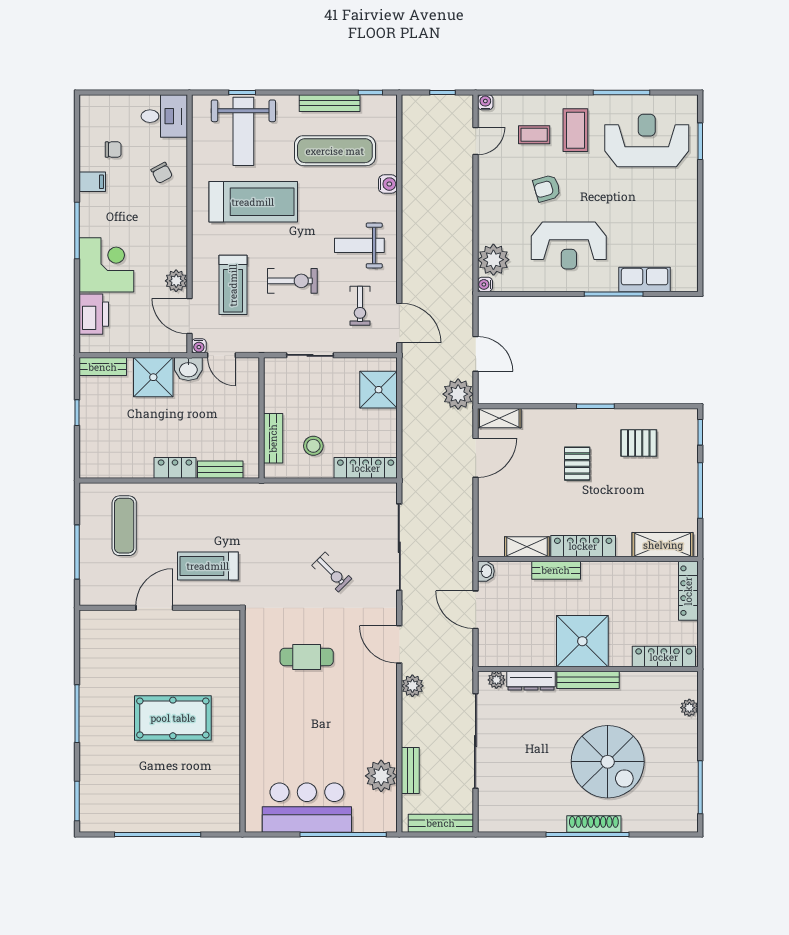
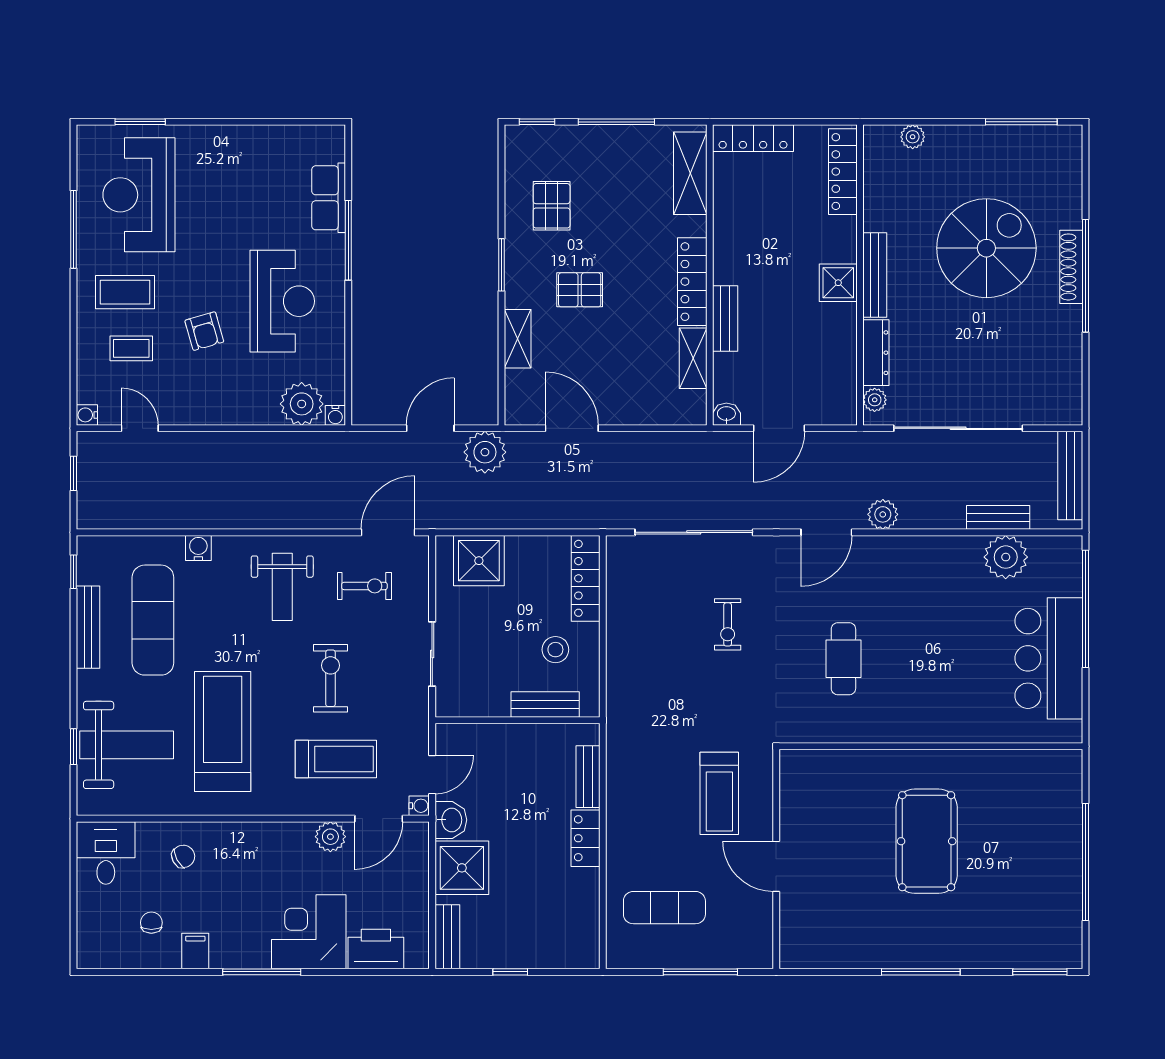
coffee table: (534, 135) -> (131, 348), turned 90
shelving: (499, 418) -> (518, 339), moved
exercise bike: (332, 572) -> (728, 624), turned 135
shower: (582, 641) -> (838, 283), width x0.54, depth x0.54

